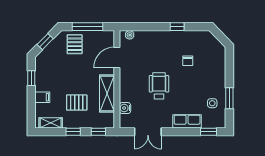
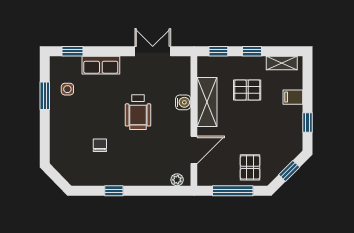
water cooler: (125, 108) -> (183, 102), moved

